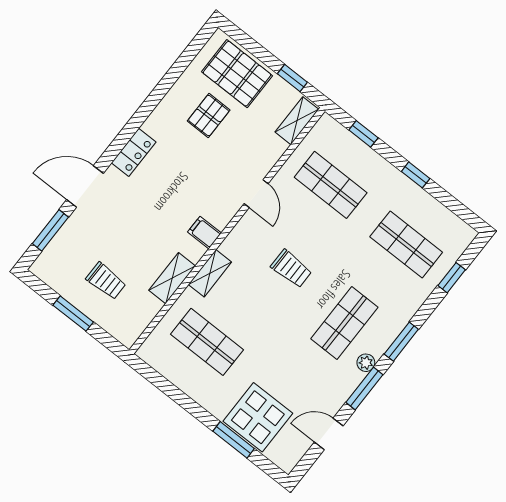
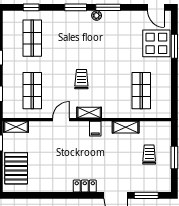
pallet: (209, 116) -> (44, 166), removed
shelving: (210, 273) -> (89, 113), moved
shop shelf: (344, 323) -> (87, 38), removed
door: (329, 434) -> (156, 7), moved

